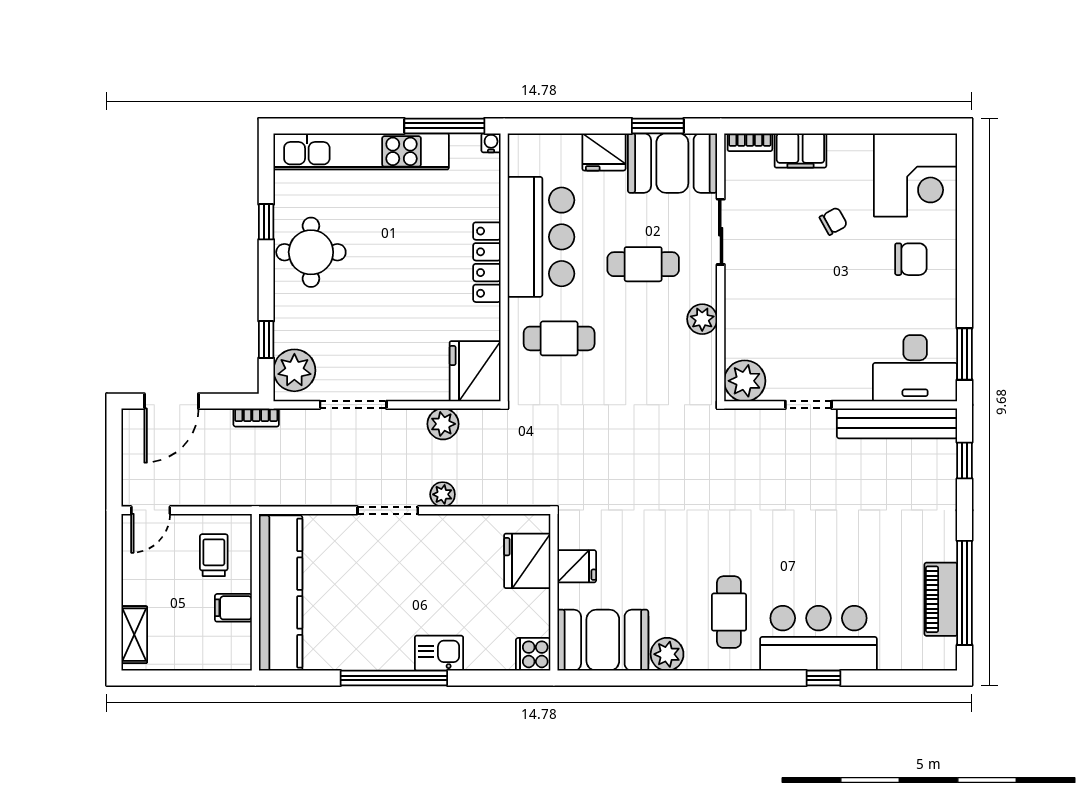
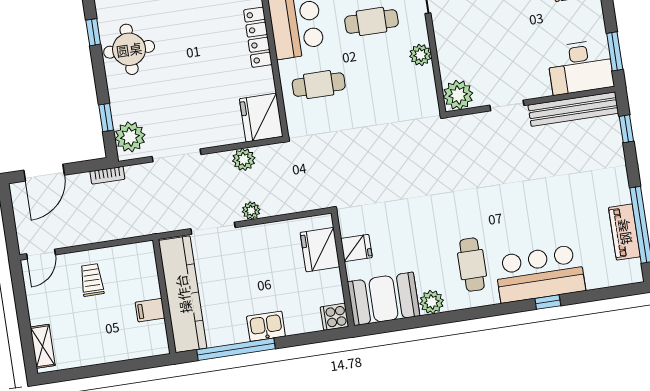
wall: (255, 592) -> (164, 296), moved
kitchen counter: (281, 593) -> (183, 294), moved
filing cabinet: (233, 608) -> (150, 310), moved

